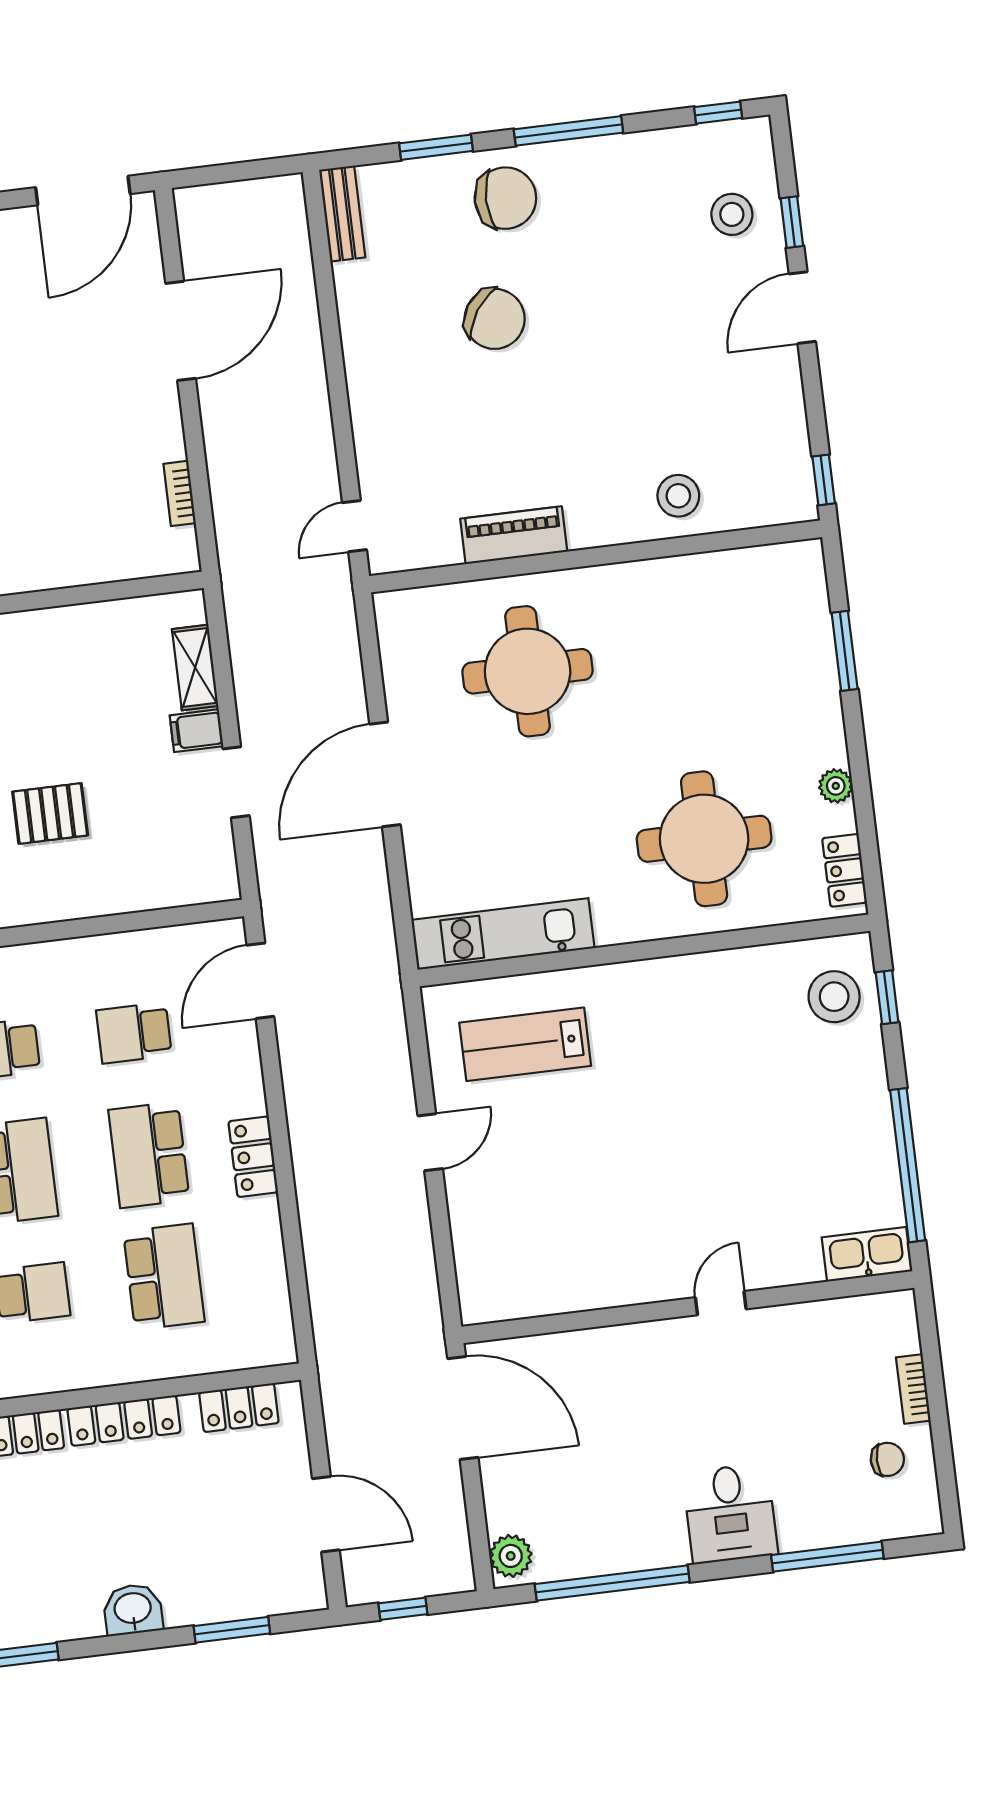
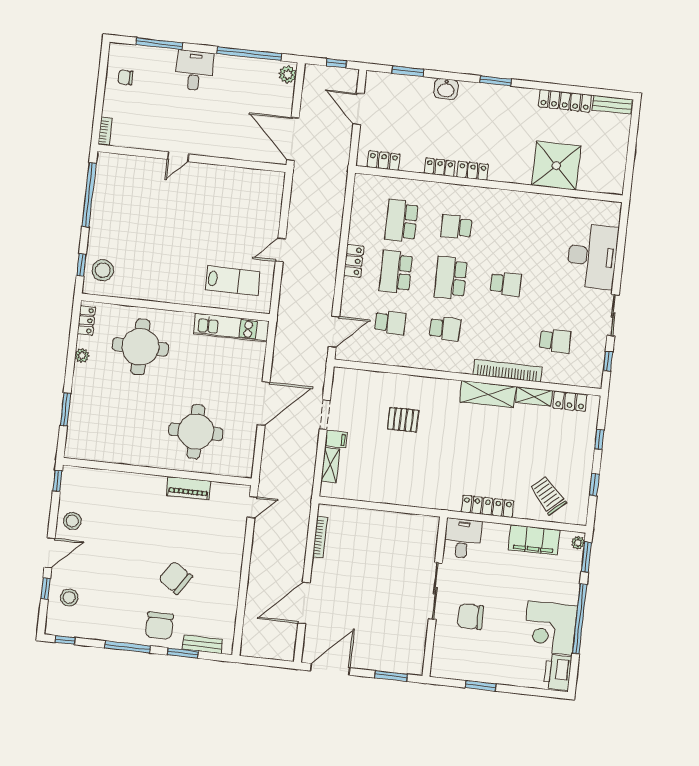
chair: (505, 198) -> (159, 626), turned -90
bench: (342, 214) -> (202, 644), moved, turned 90
bookcase: (180, 493) -> (320, 537), width x1.56
stool: (678, 496) -> (72, 521), moved
school desk: (149, 1155) -> (396, 272), turned 180
kitchen sink: (867, 1254) -> (114, 163), removed
bookcase: (913, 1389) -> (105, 131), moved
locker: (124, 1421) -> (440, 167), width x0.66

